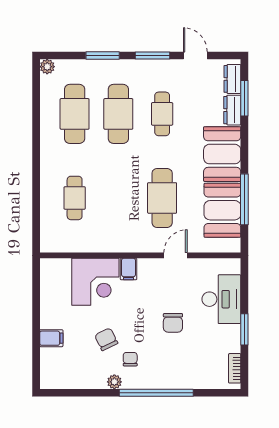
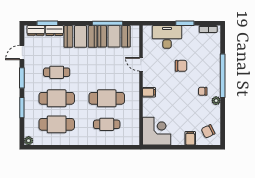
cafe table: (162, 198) -> (107, 98), moved
corner desk: (95, 282) -> (157, 131), moved
chair: (106, 339) -> (208, 131), moved

